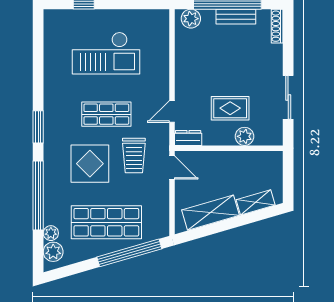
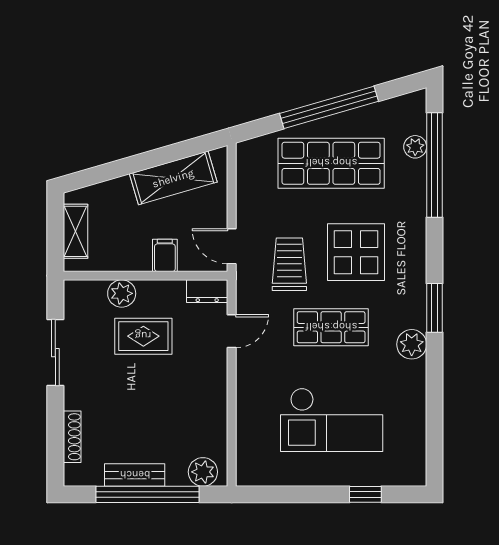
shoe rack: (277, 26) -> (72, 437), moved
checkout: (106, 53) -> (332, 420), turned 180
filing cabinet: (216, 161) -> (165, 255), added
window: (38, 195) -> (435, 165), moved
shelving: (256, 202) -> (75, 231), moved, turned -74
plant: (53, 252) -> (412, 344), moved
window: (129, 253) -> (329, 107), moved

